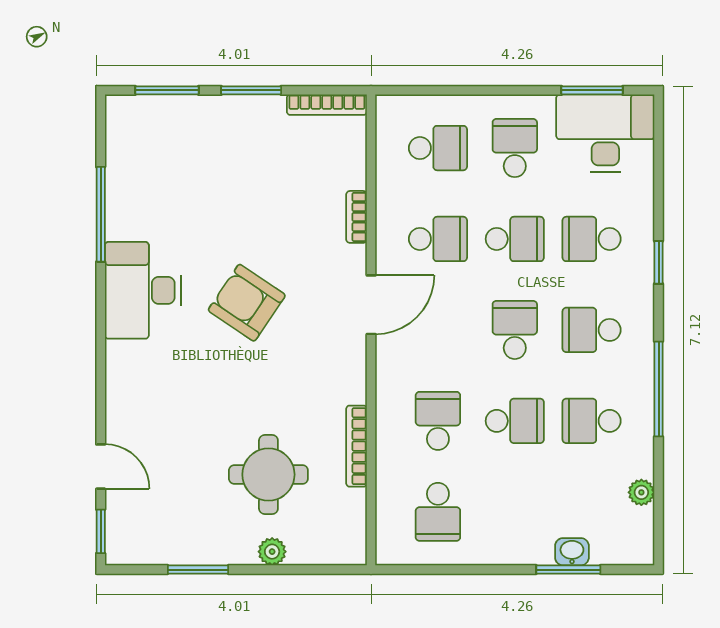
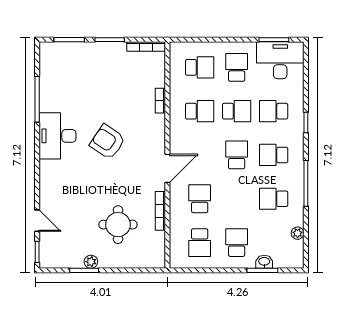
door: (371, 305) -> (167, 168), moved
school desk: (515, 421) -> (237, 243), moved, turned -90
plant: (272, 552) -> (91, 262), moved

